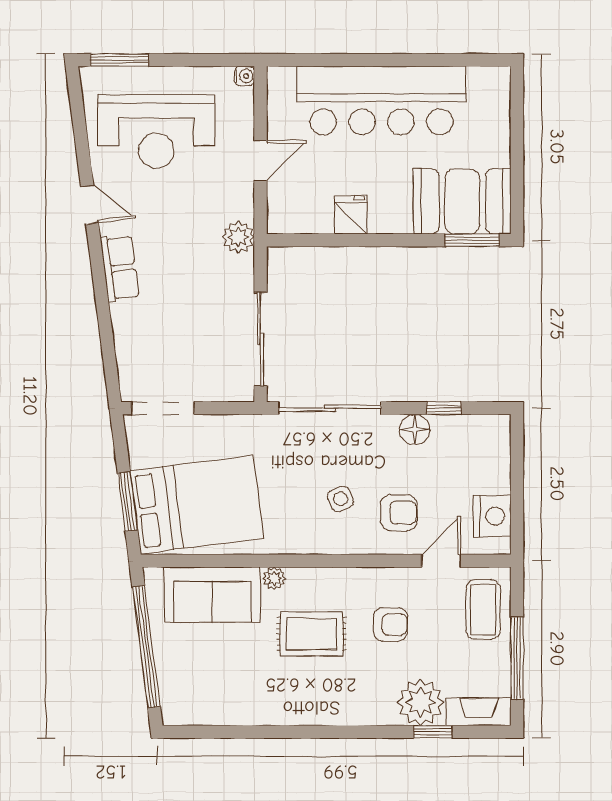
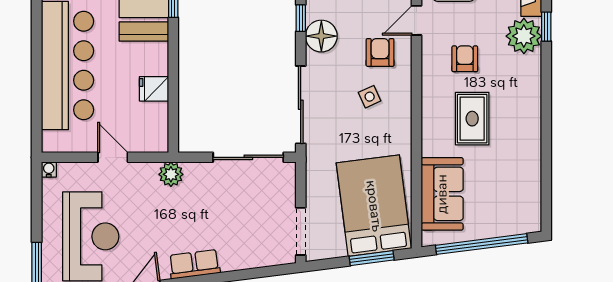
floor lamp: (415, 430) -> (321, 36), width x1.38, depth x1.38
door: (441, 561) -> (417, 20), hinge flipped
plant: (274, 578) -> (430, 147), removed

